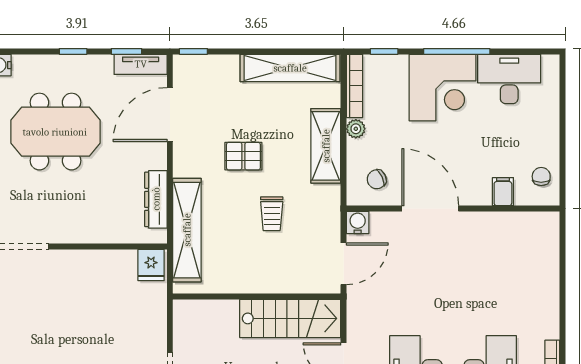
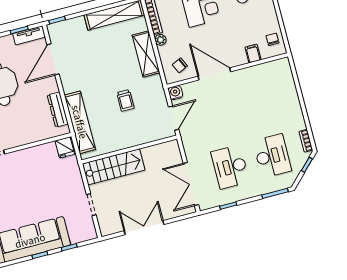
pallet: (243, 156) -> (101, 72), removed
stairs: (290, 318) -> (114, 167), moved

